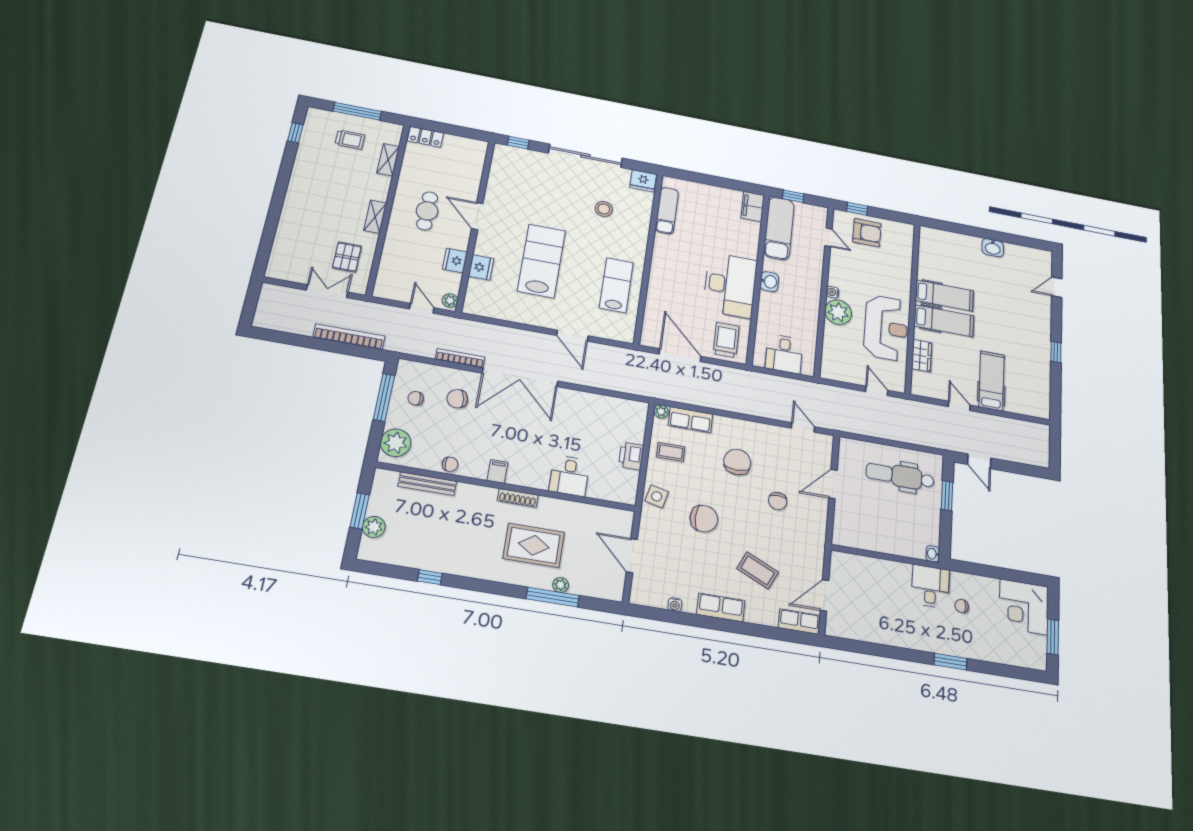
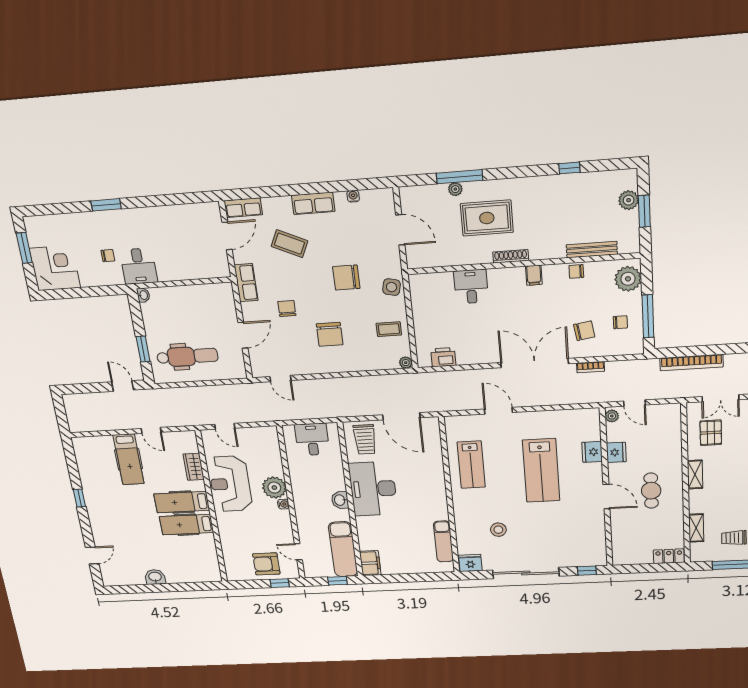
bookcase: (460, 358) -> (591, 367), width x0.64
row of seats: (690, 420) -> (246, 283), moved, turned 90
printer: (631, 456) -> (443, 357), moved, turned -90

